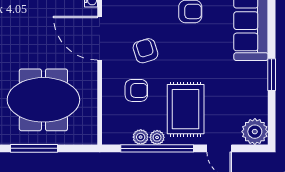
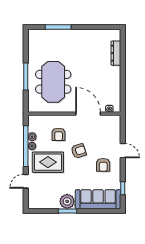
door: (100, 38) -> (88, 114), hinge flipped
armchair: (145, 51) -> (79, 151), moved
plant: (255, 132) -> (67, 201), moved

